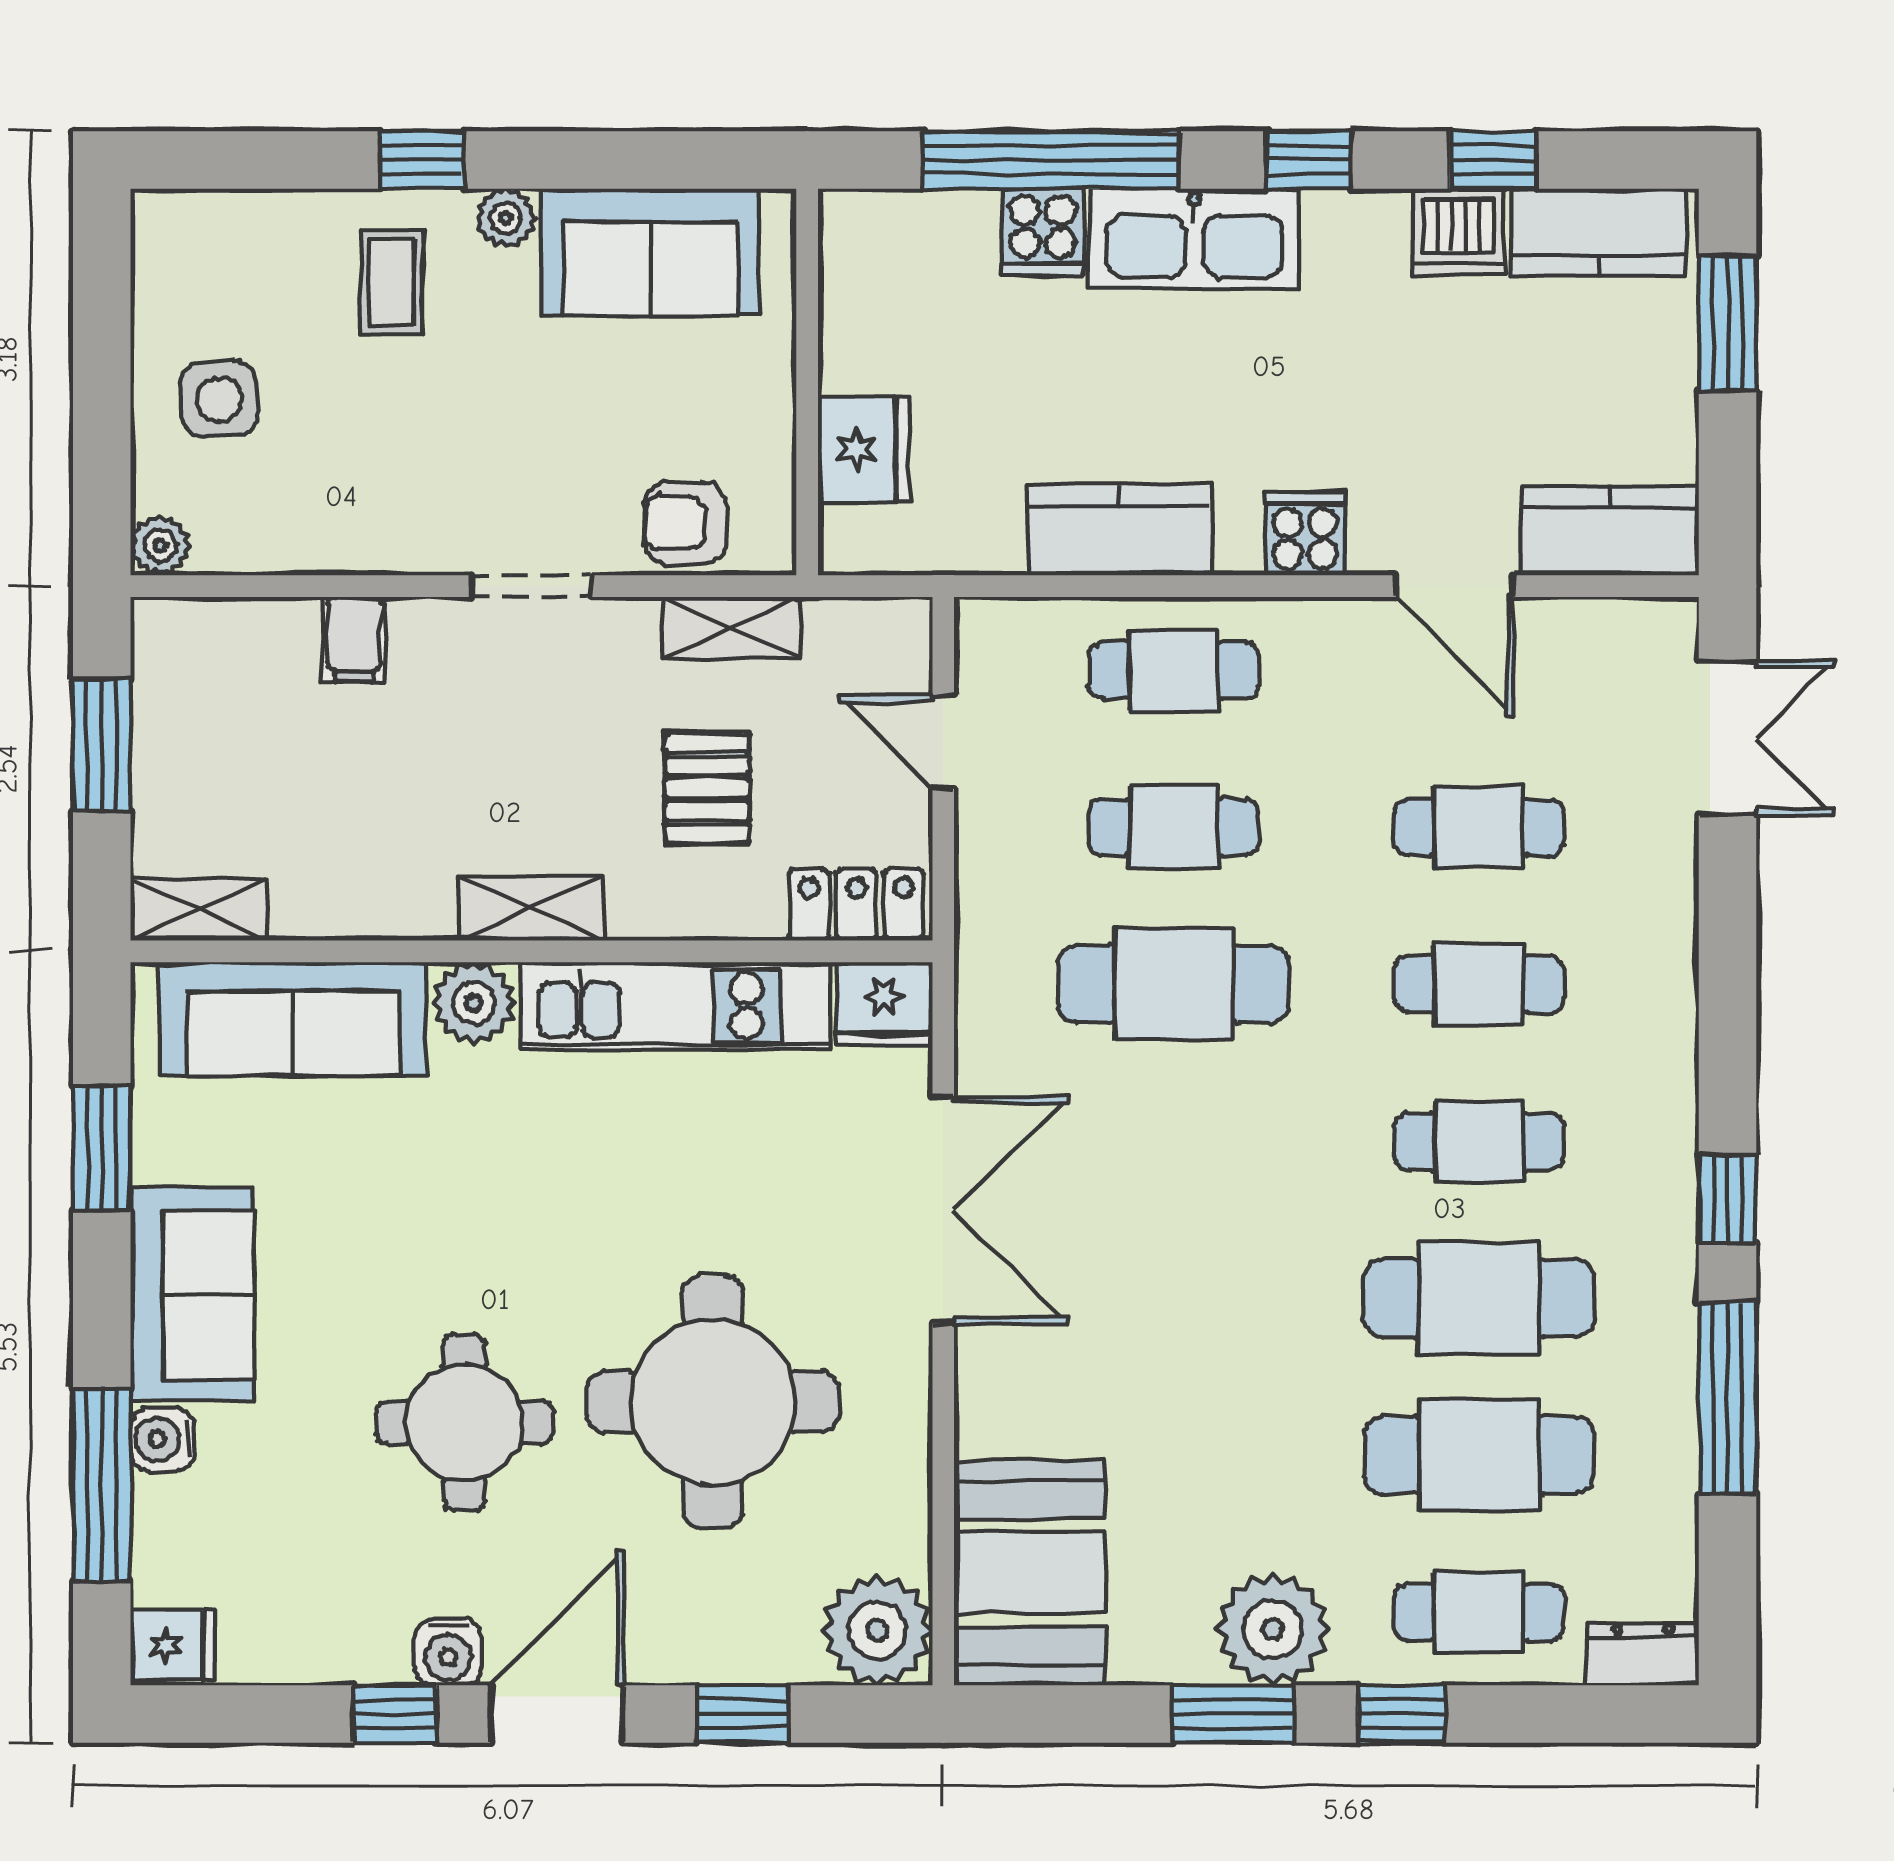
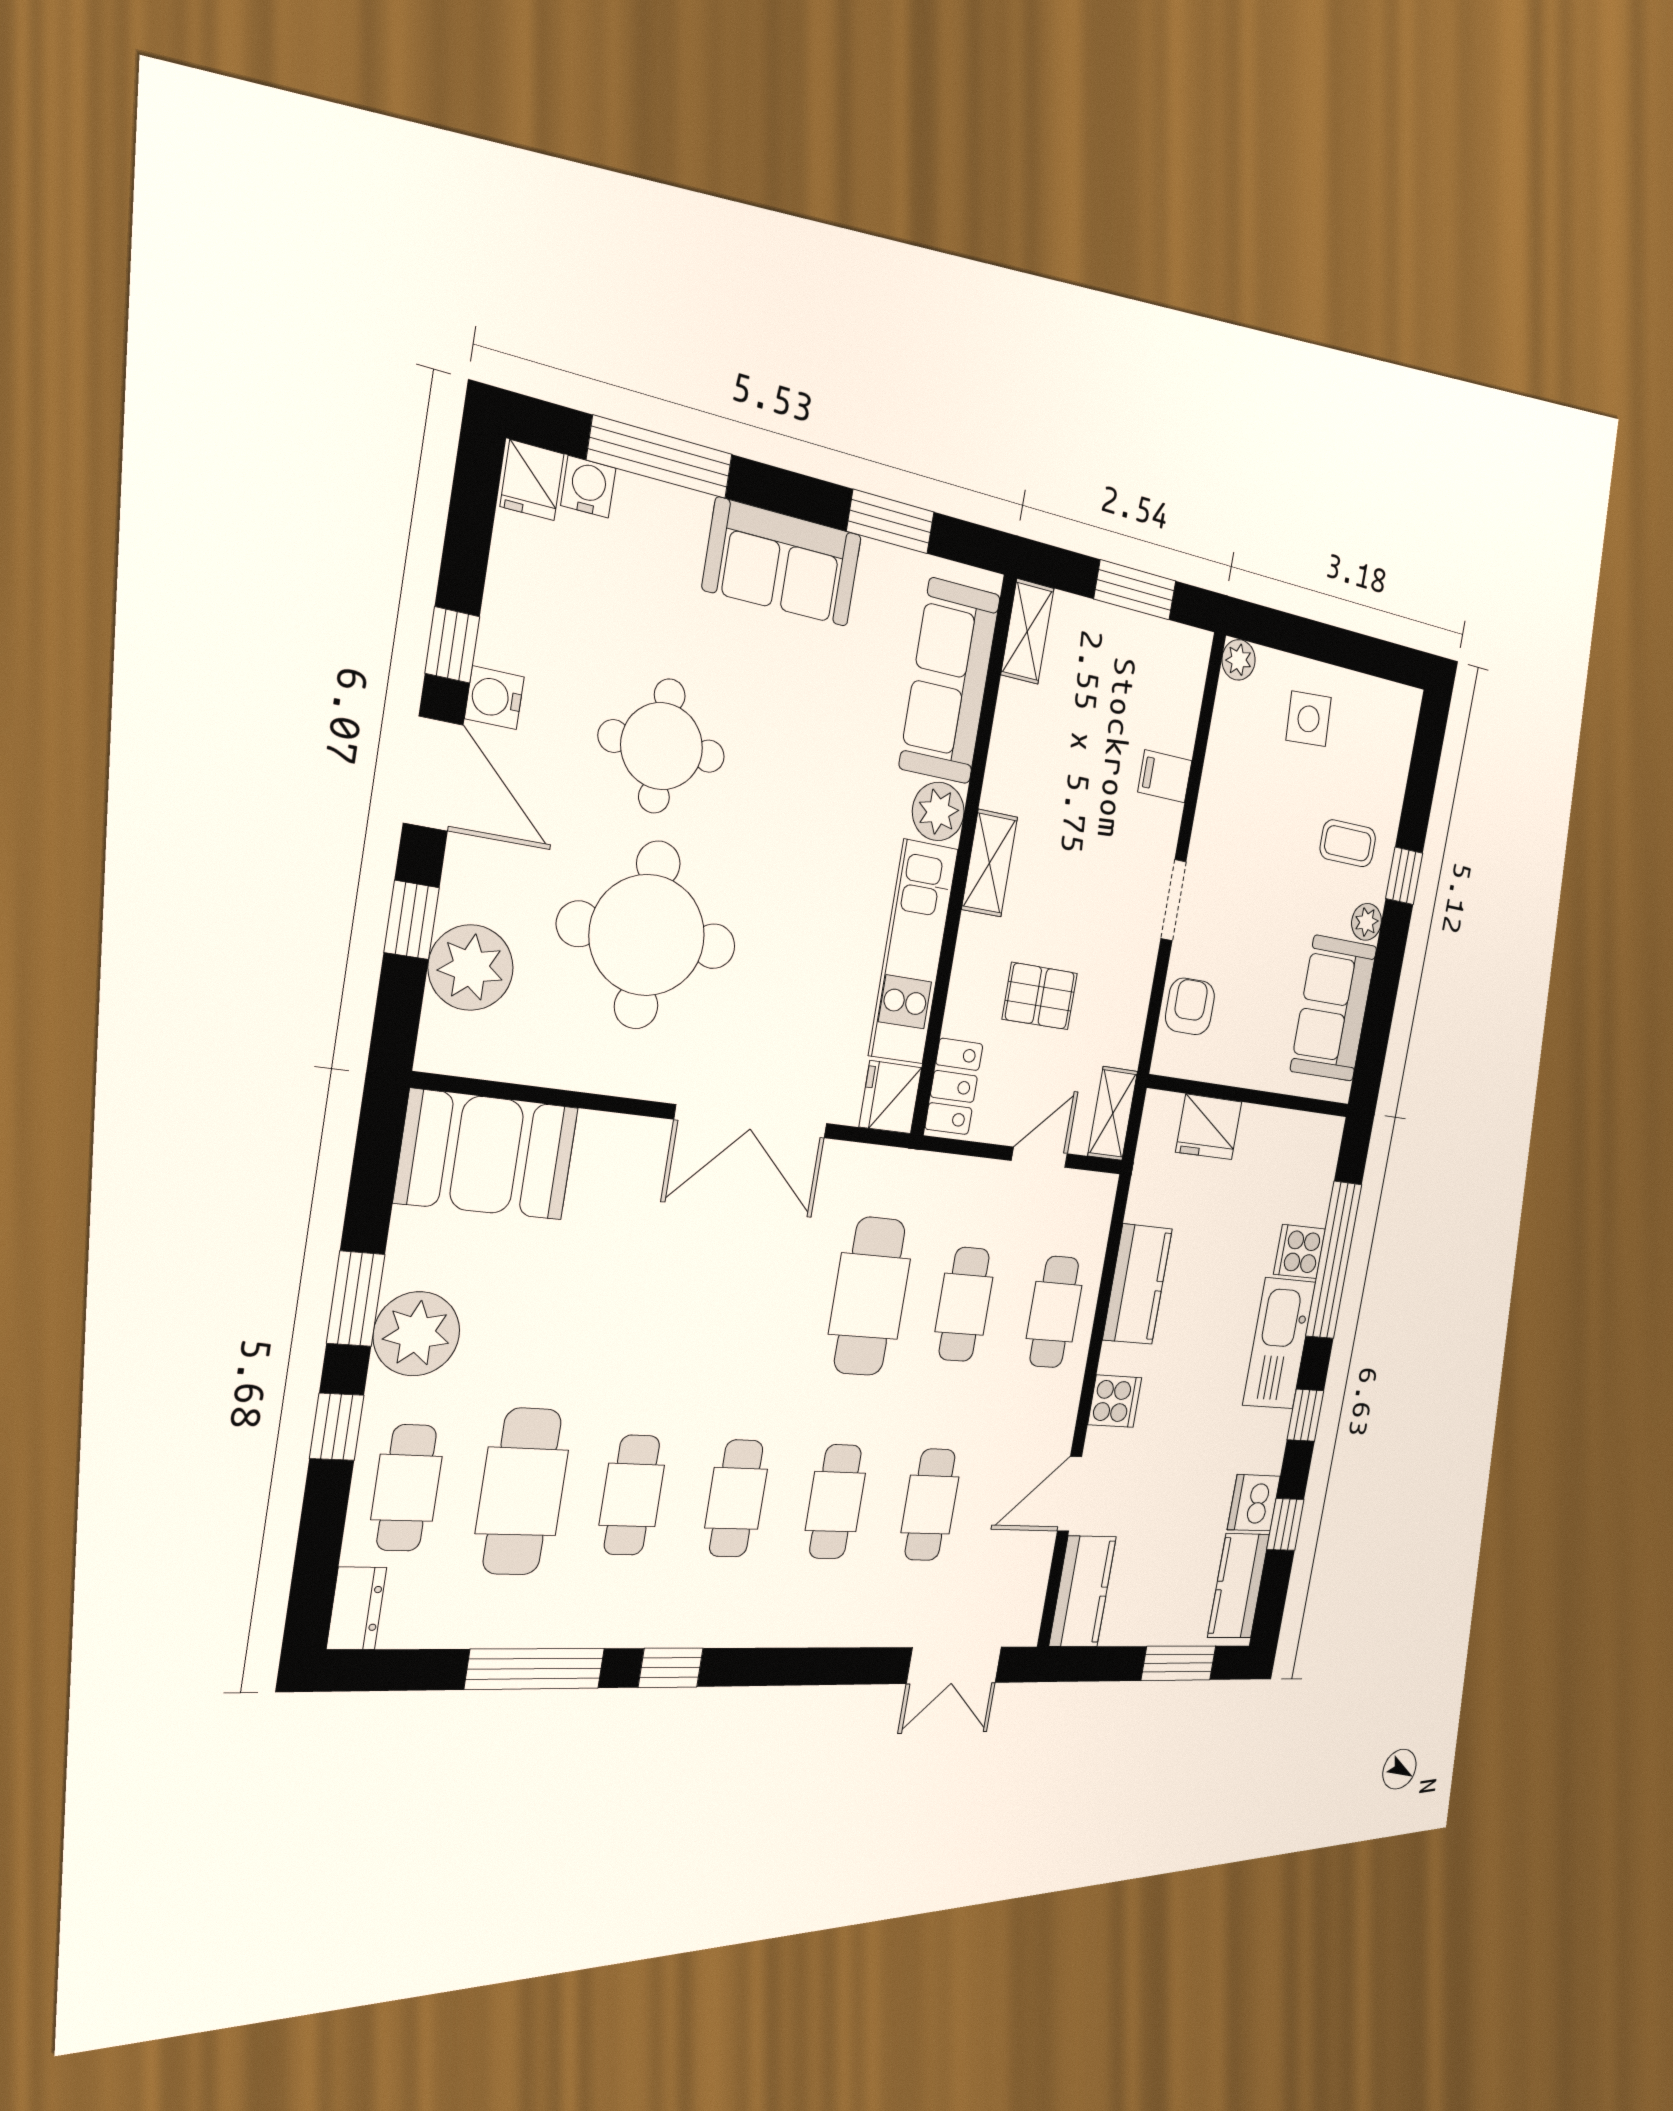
shelving: (731, 628) -> (1113, 1114), moved
cafe table: (1479, 1298) -> (632, 1495), width x0.73, depth x0.74
water cooler: (162, 1439) -> (588, 487), moved
plant: (877, 1630) -> (471, 968), moved

